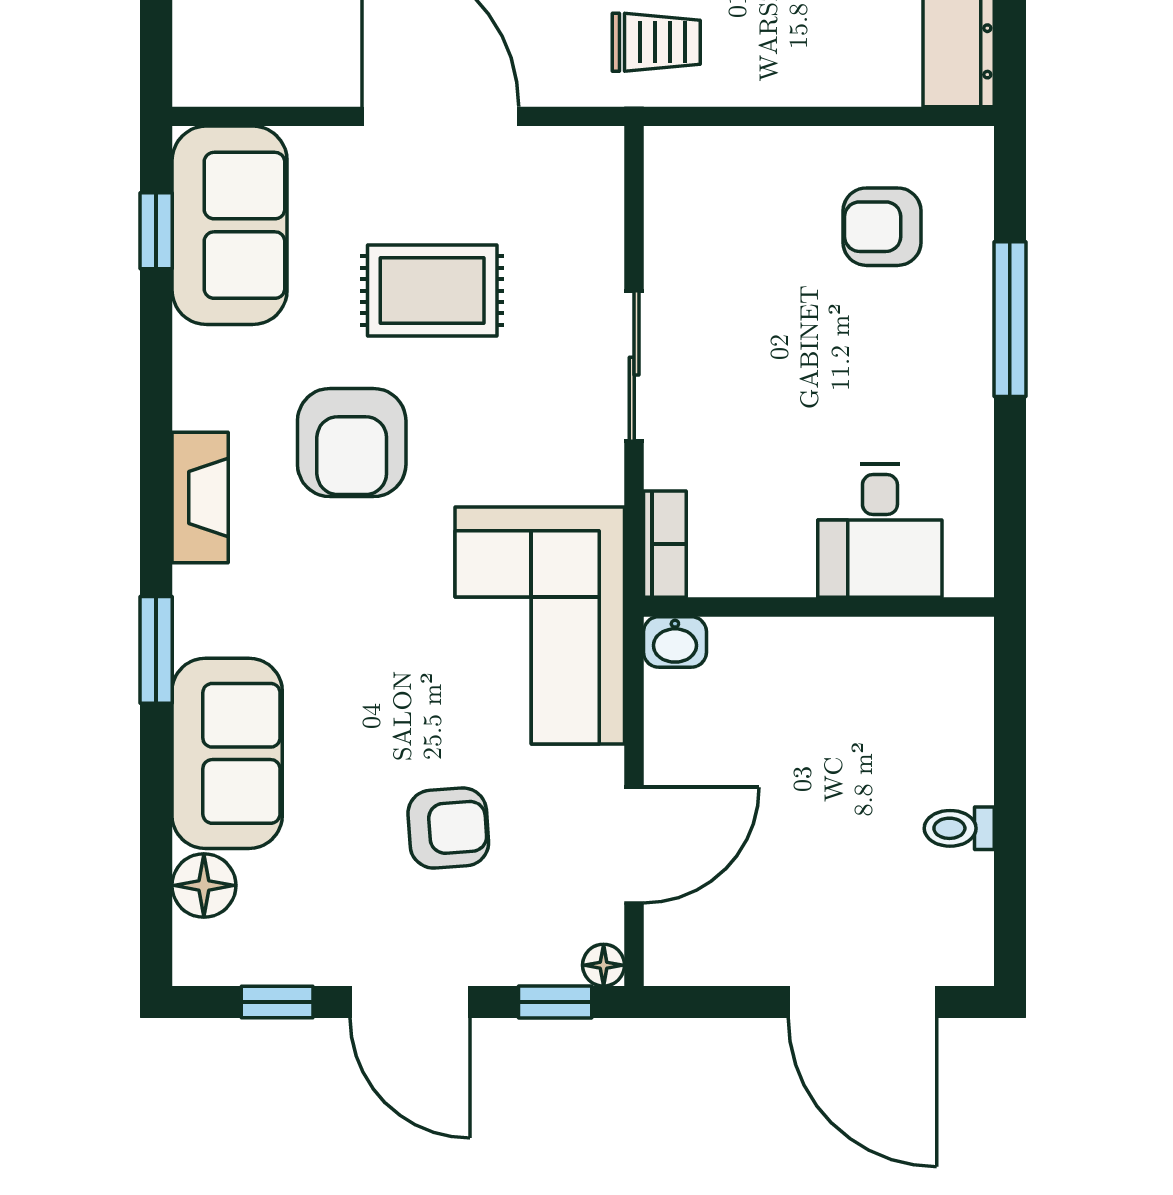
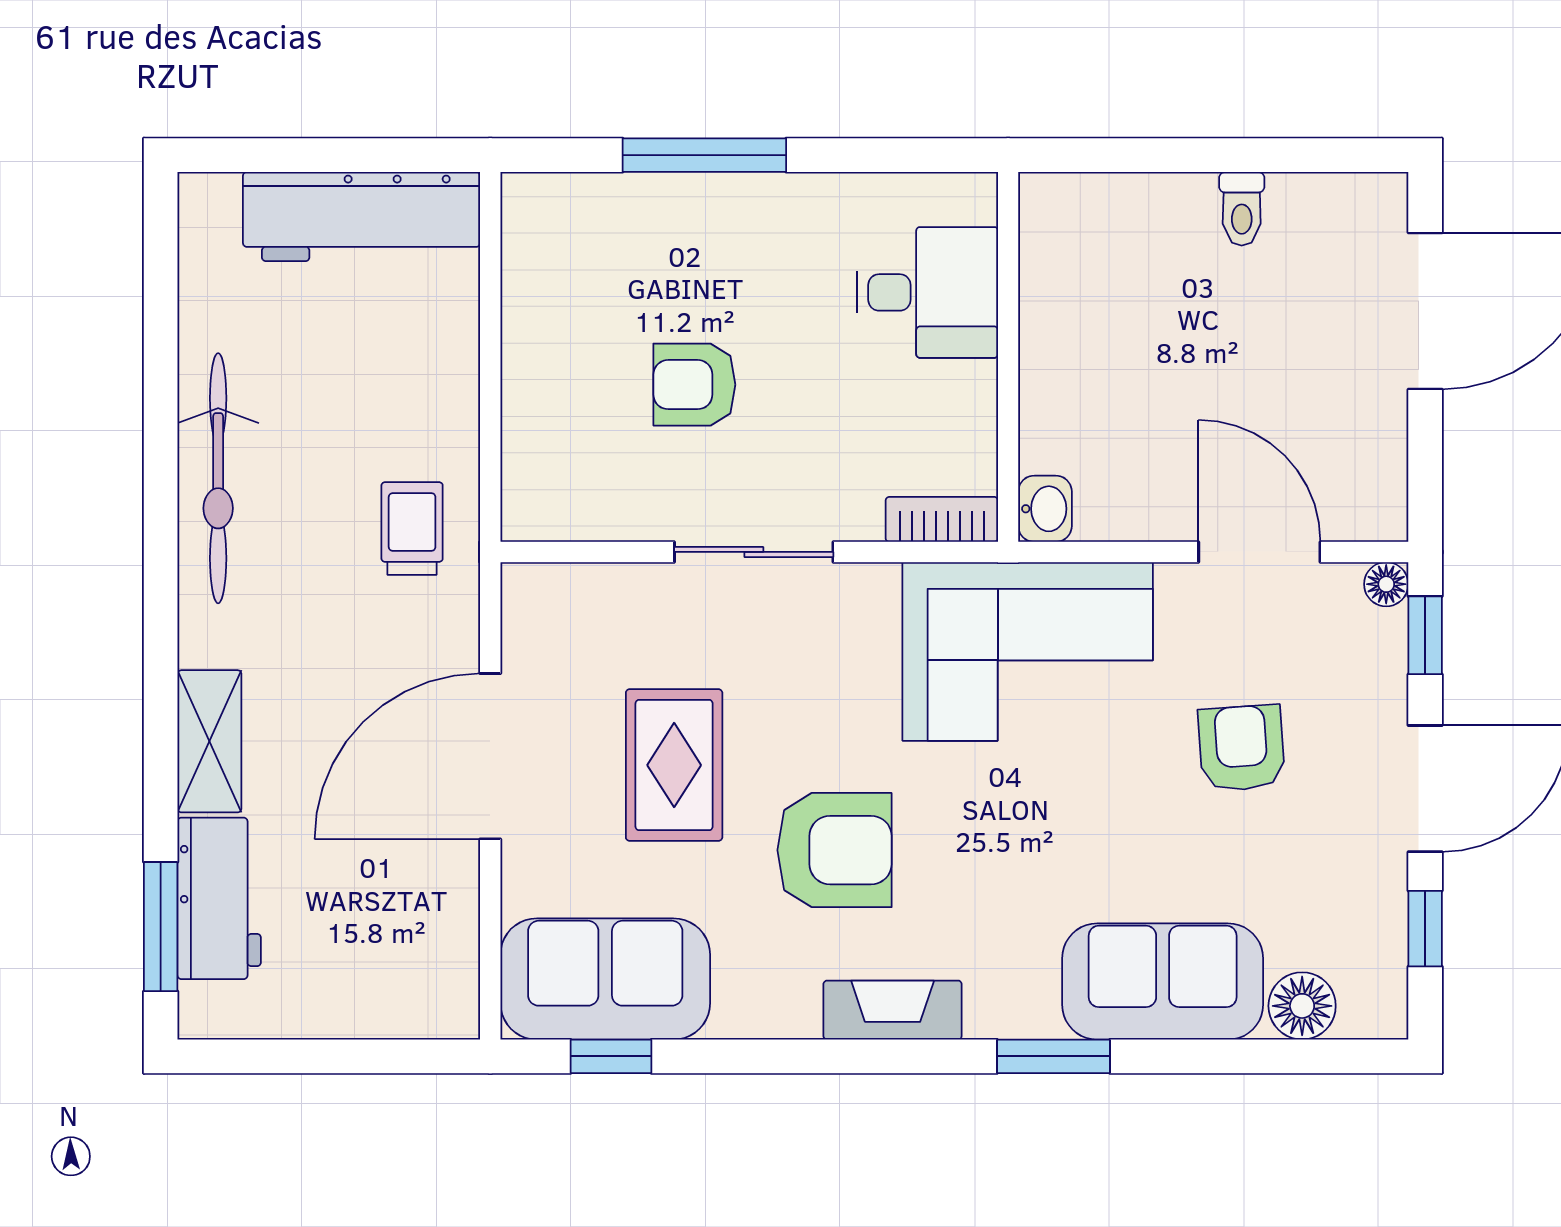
armchair: (882, 227) -> (694, 385), moved, turned 90

